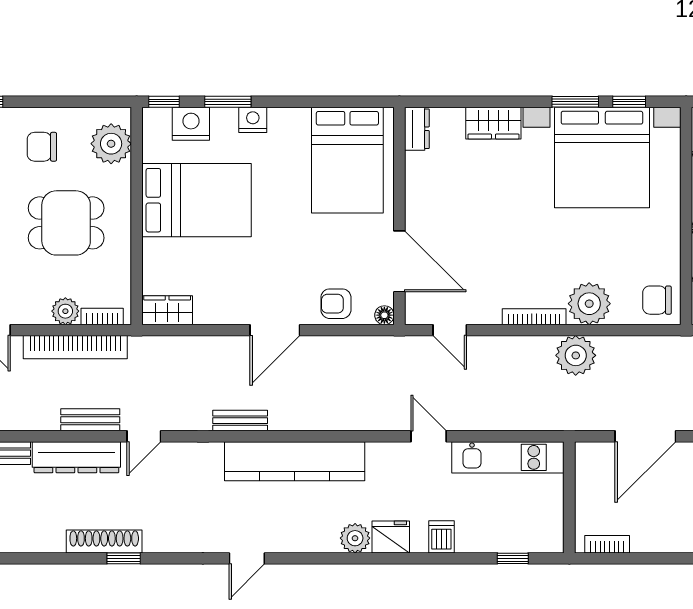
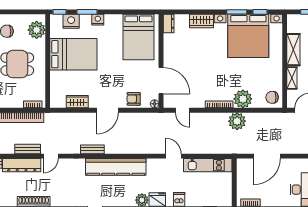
wardrobe: (167, 310) -> (77, 102), moved
plant: (65, 311) -> (17, 102), removed

